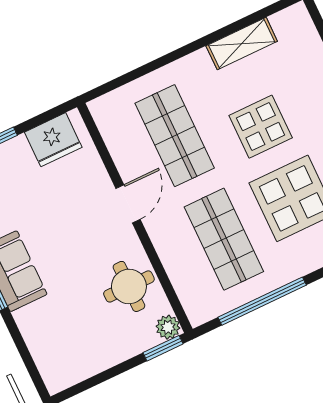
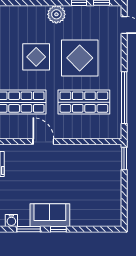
round table: (129, 286) -> (85, 161), removed
plant: (168, 327) -> (115, 151), removed

